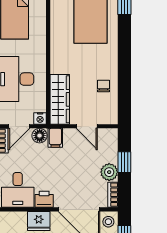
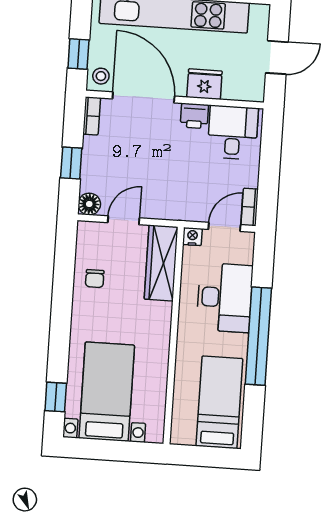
door: (87, 126) -> (124, 220), hinge flipped
floor lamp: (40, 136) -> (89, 204), moved
filing cabinet: (55, 138) -> (172, 206), removed
plant: (109, 172) -> (95, 150), removed

